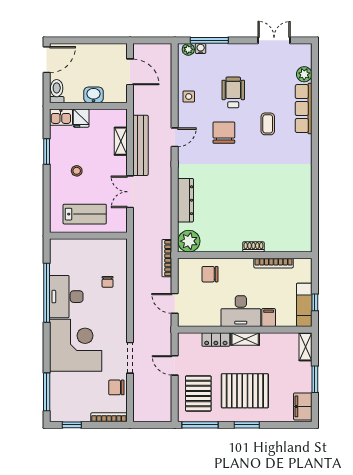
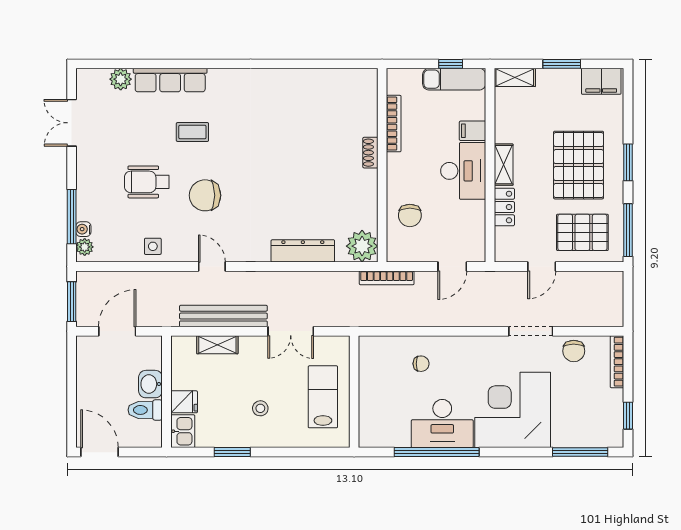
window: (150, 40) -> (72, 302), added
toilet: (57, 91) -> (145, 410), moved

